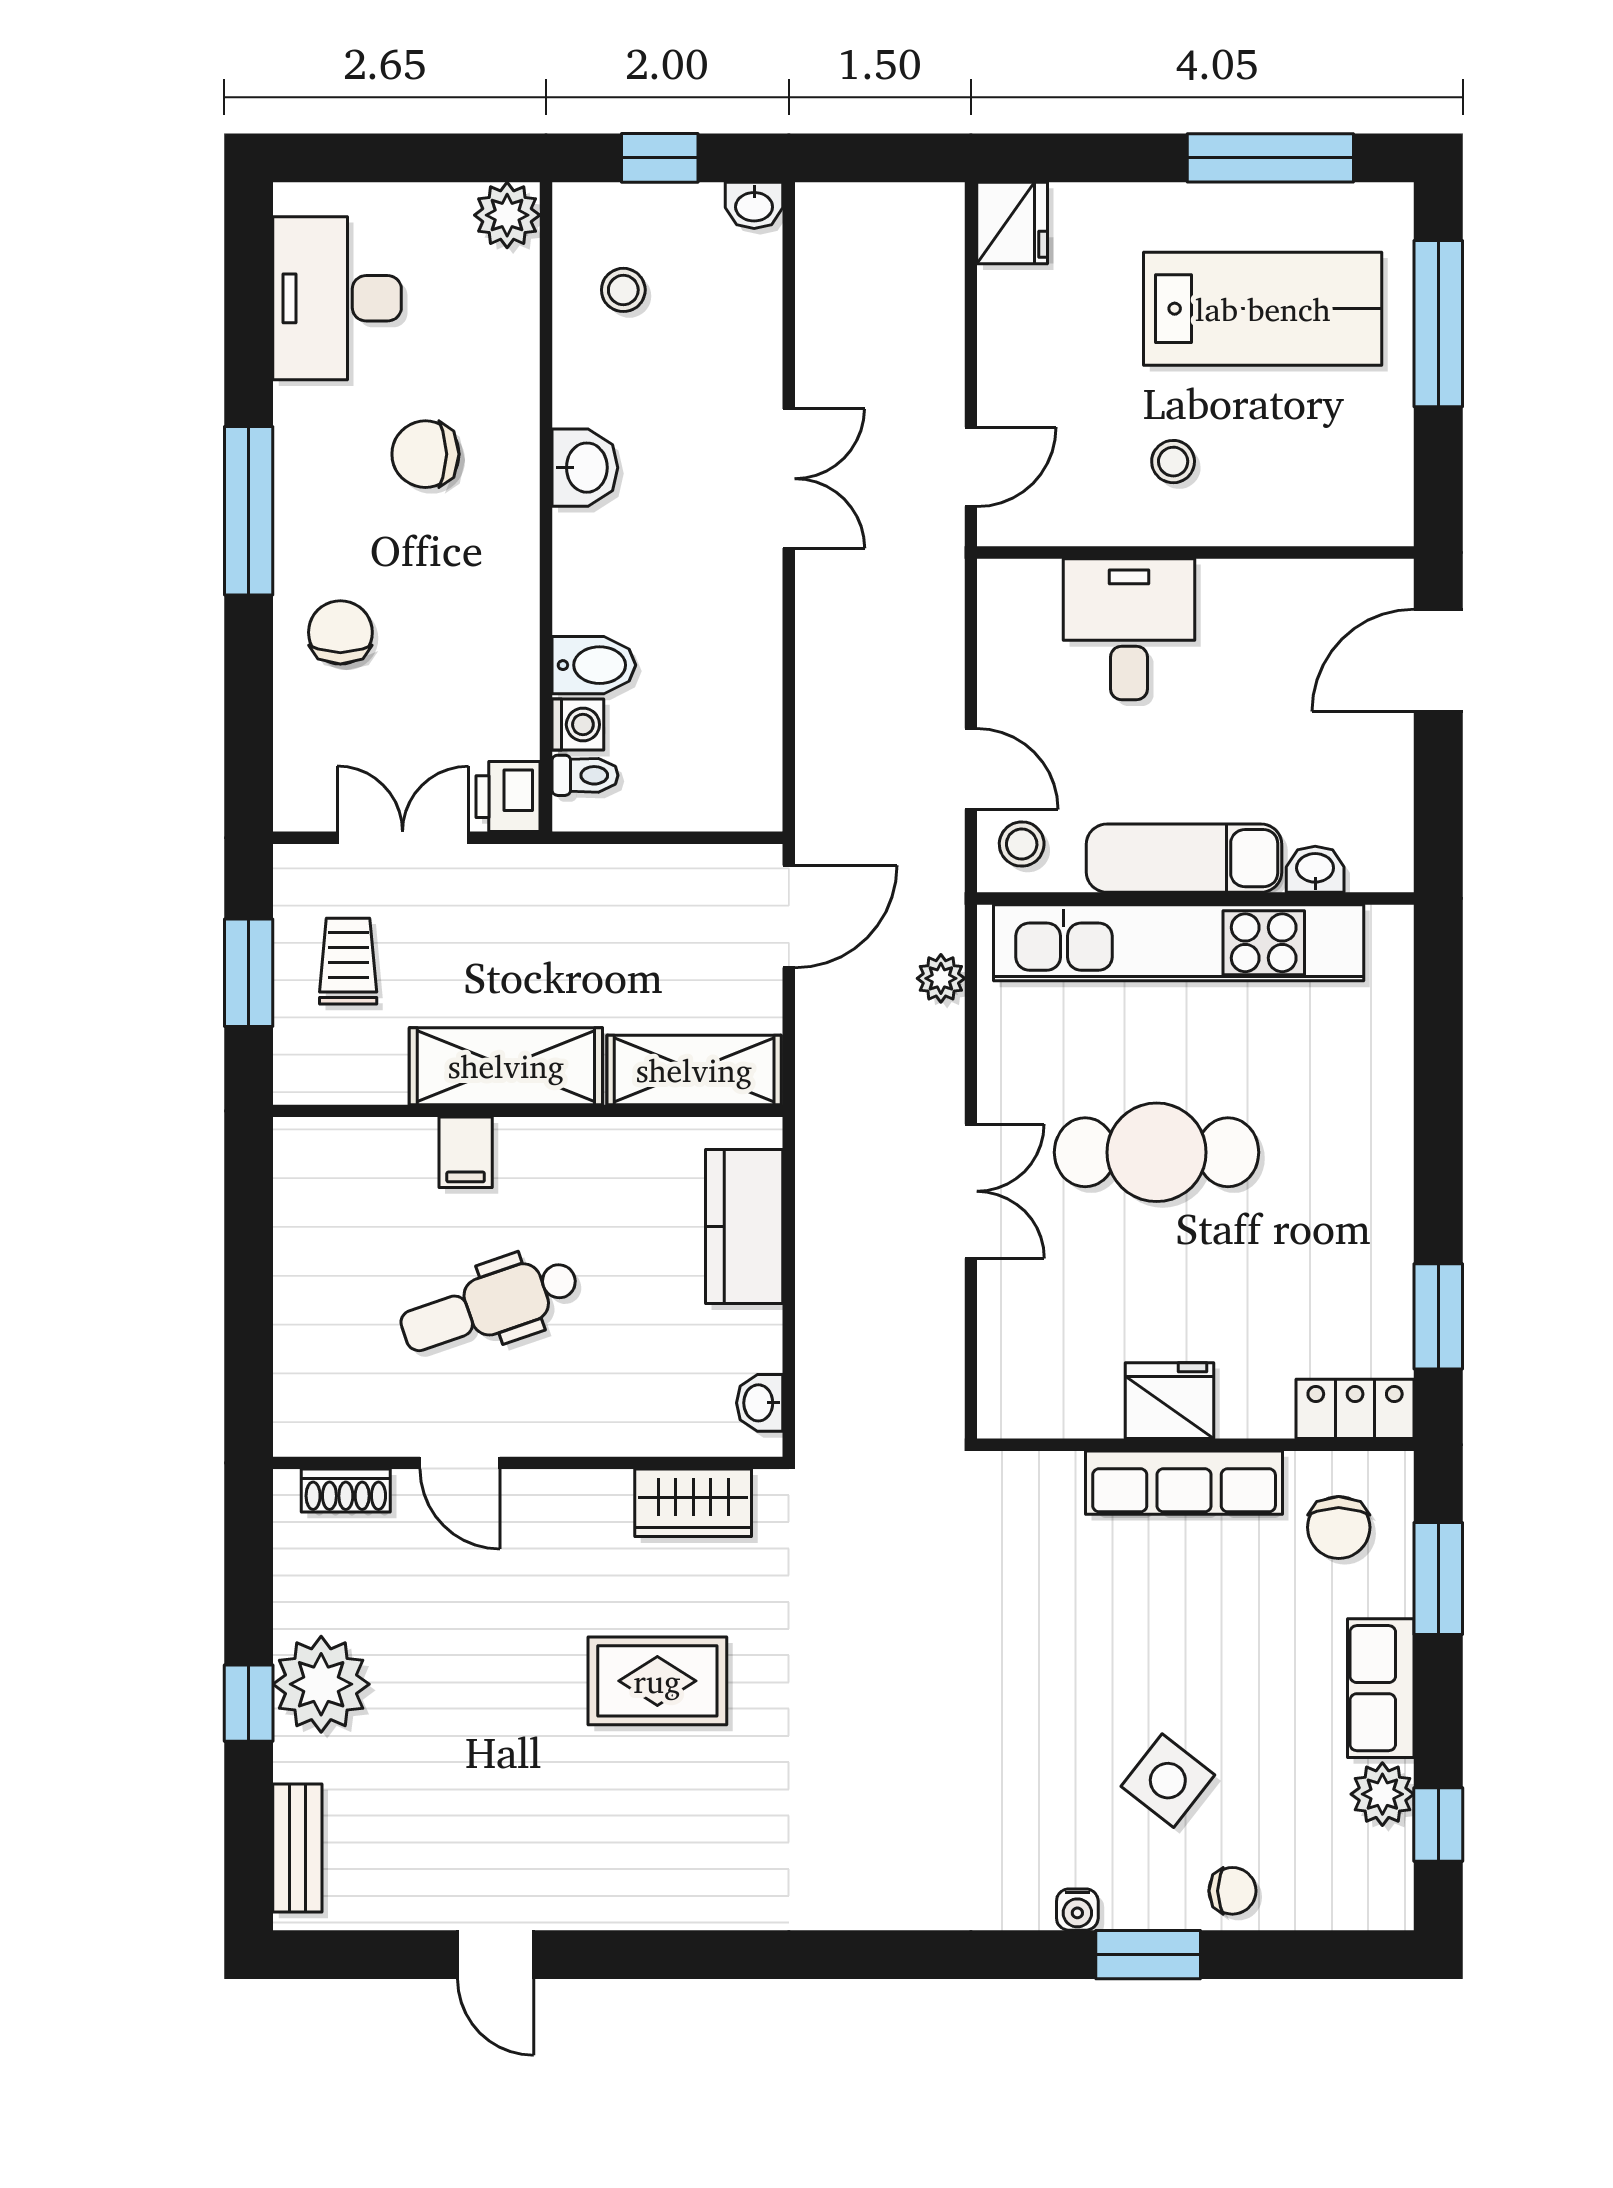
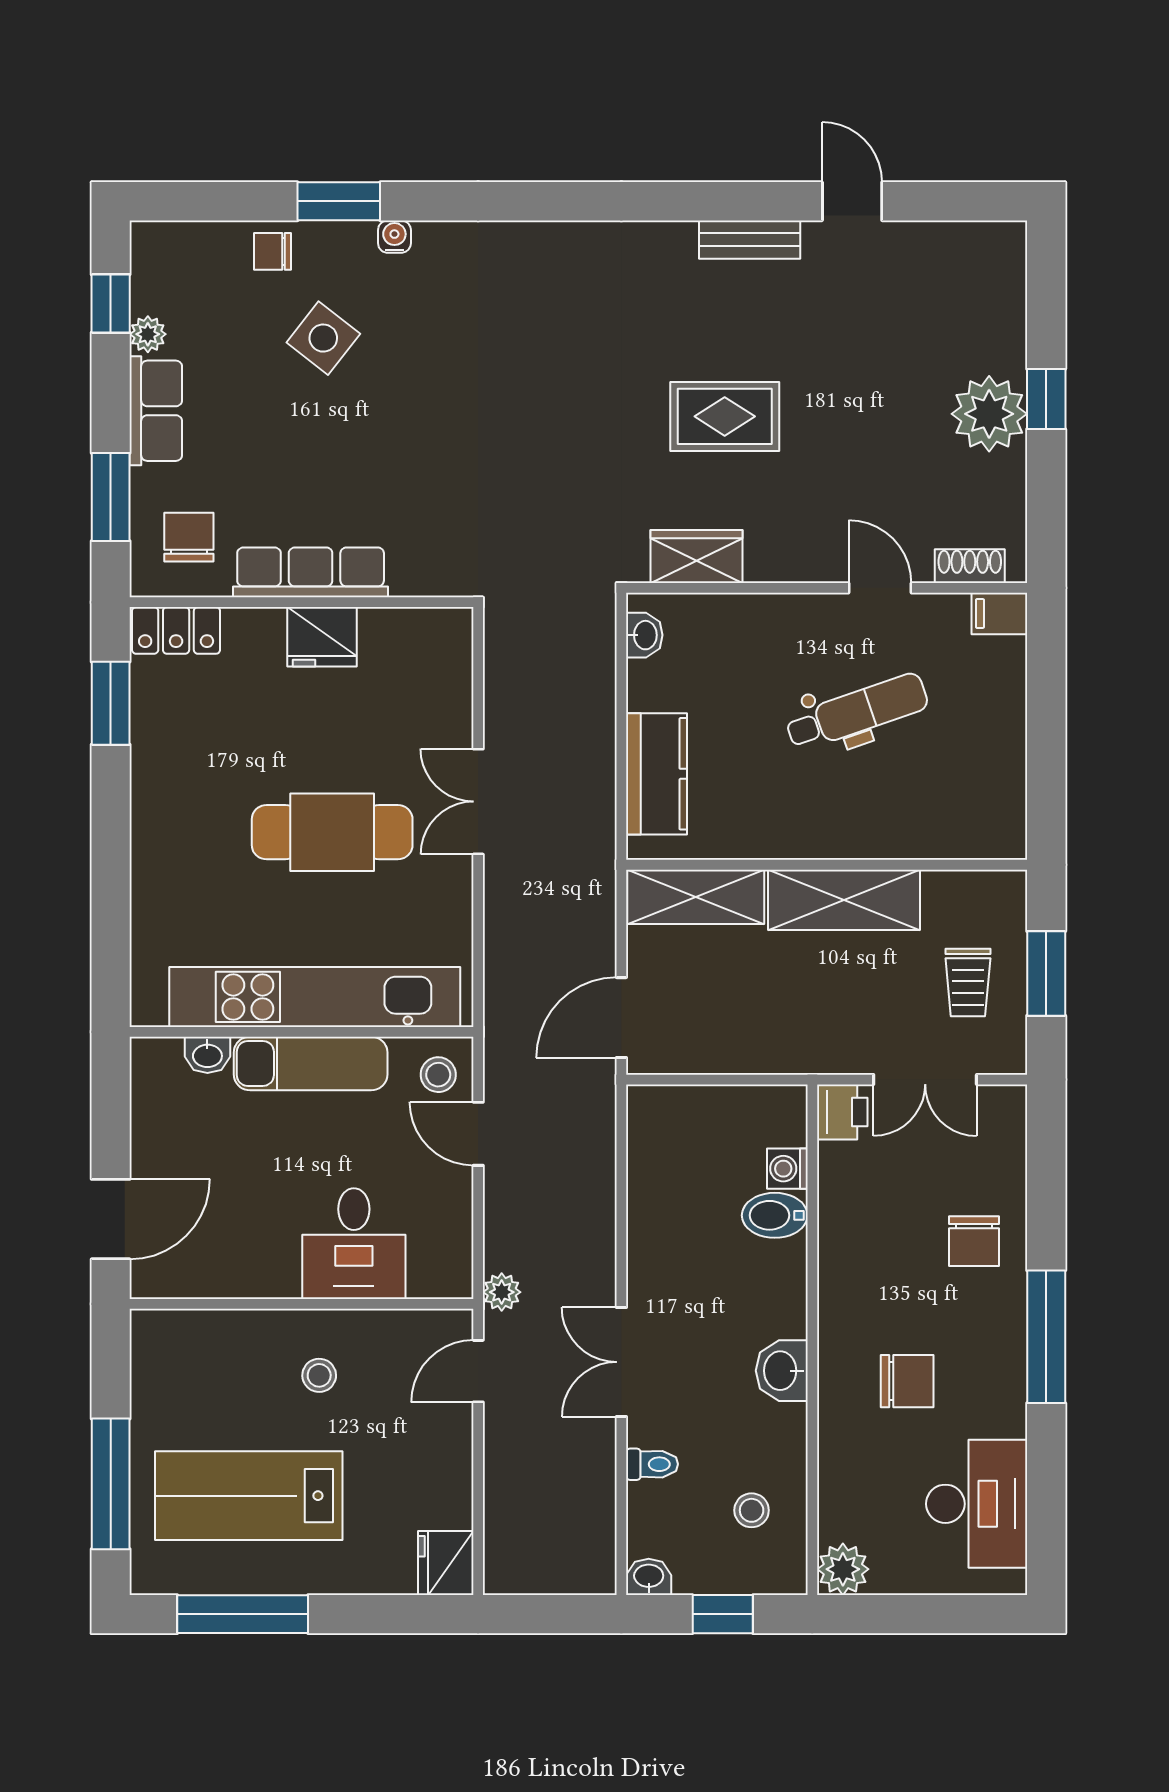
toilet: (585, 775) -> (652, 1464), moved, turned 180
plant: (941, 978) -> (502, 1292), moved
filing cabinet: (466, 1152) -> (999, 613), moved, turned -90
plant: (1382, 1794) -> (148, 334), width x0.73, depth x0.73
bench: (297, 1848) -> (750, 240), moved, turned 90

